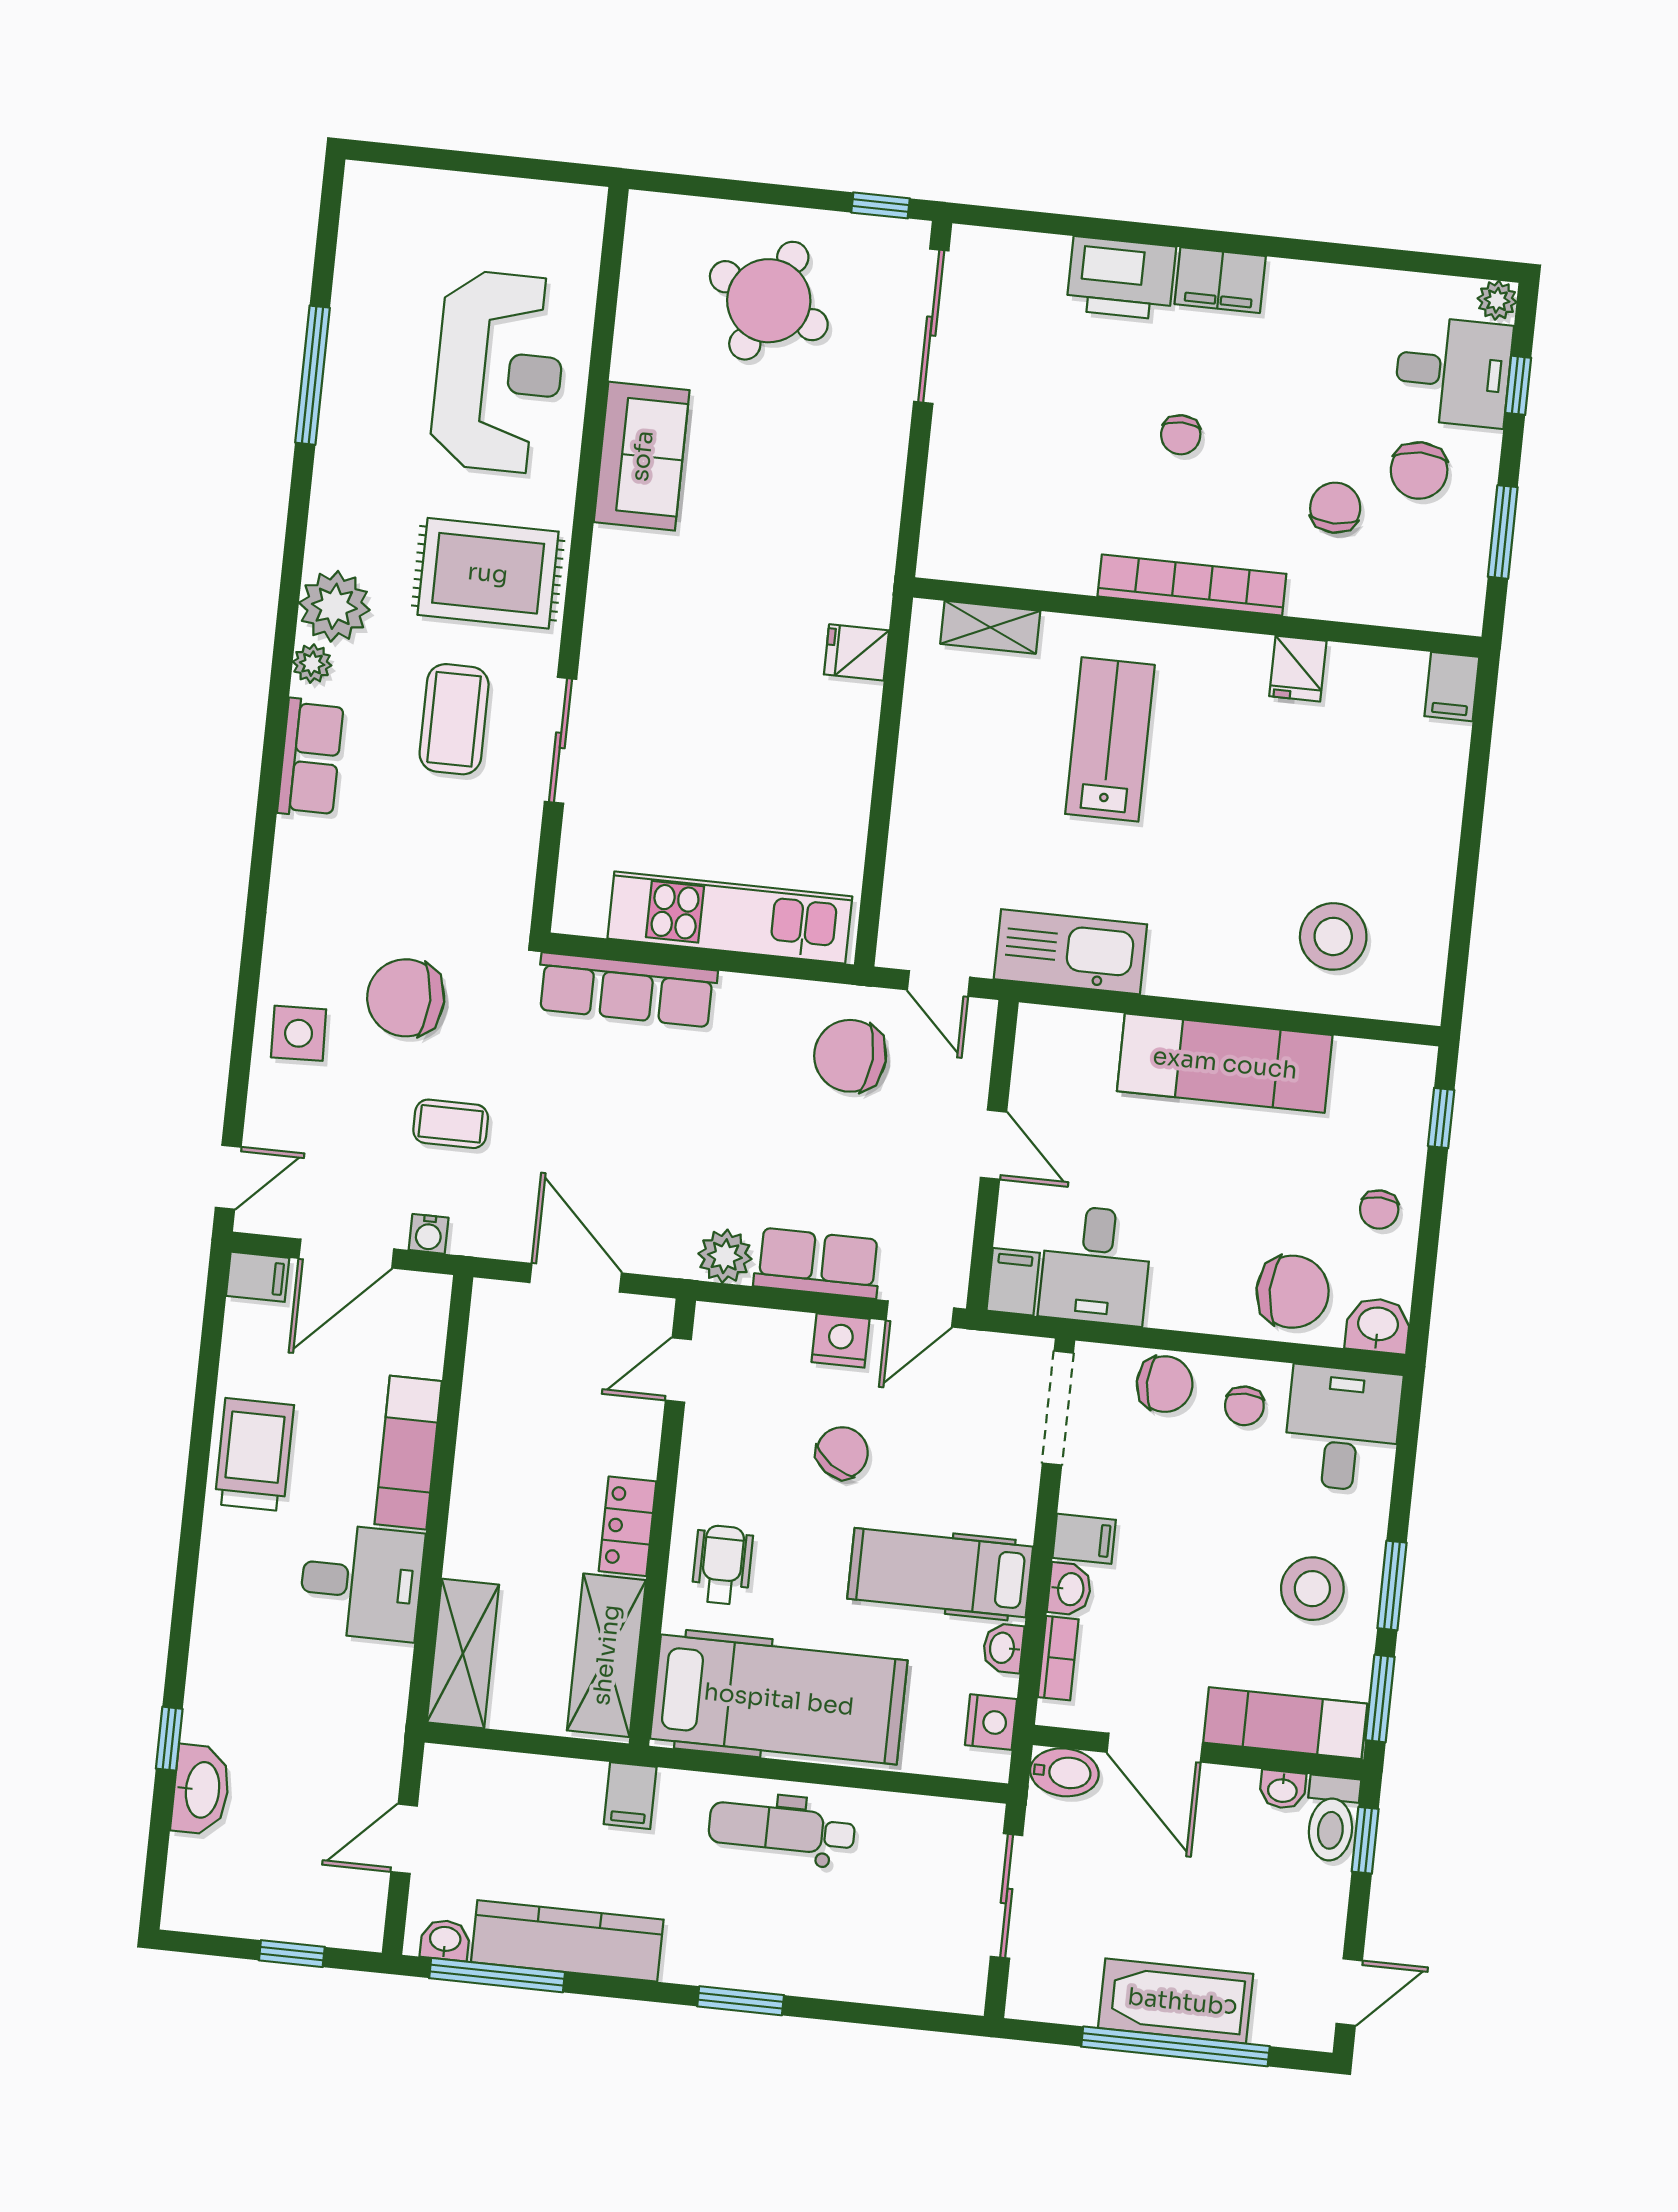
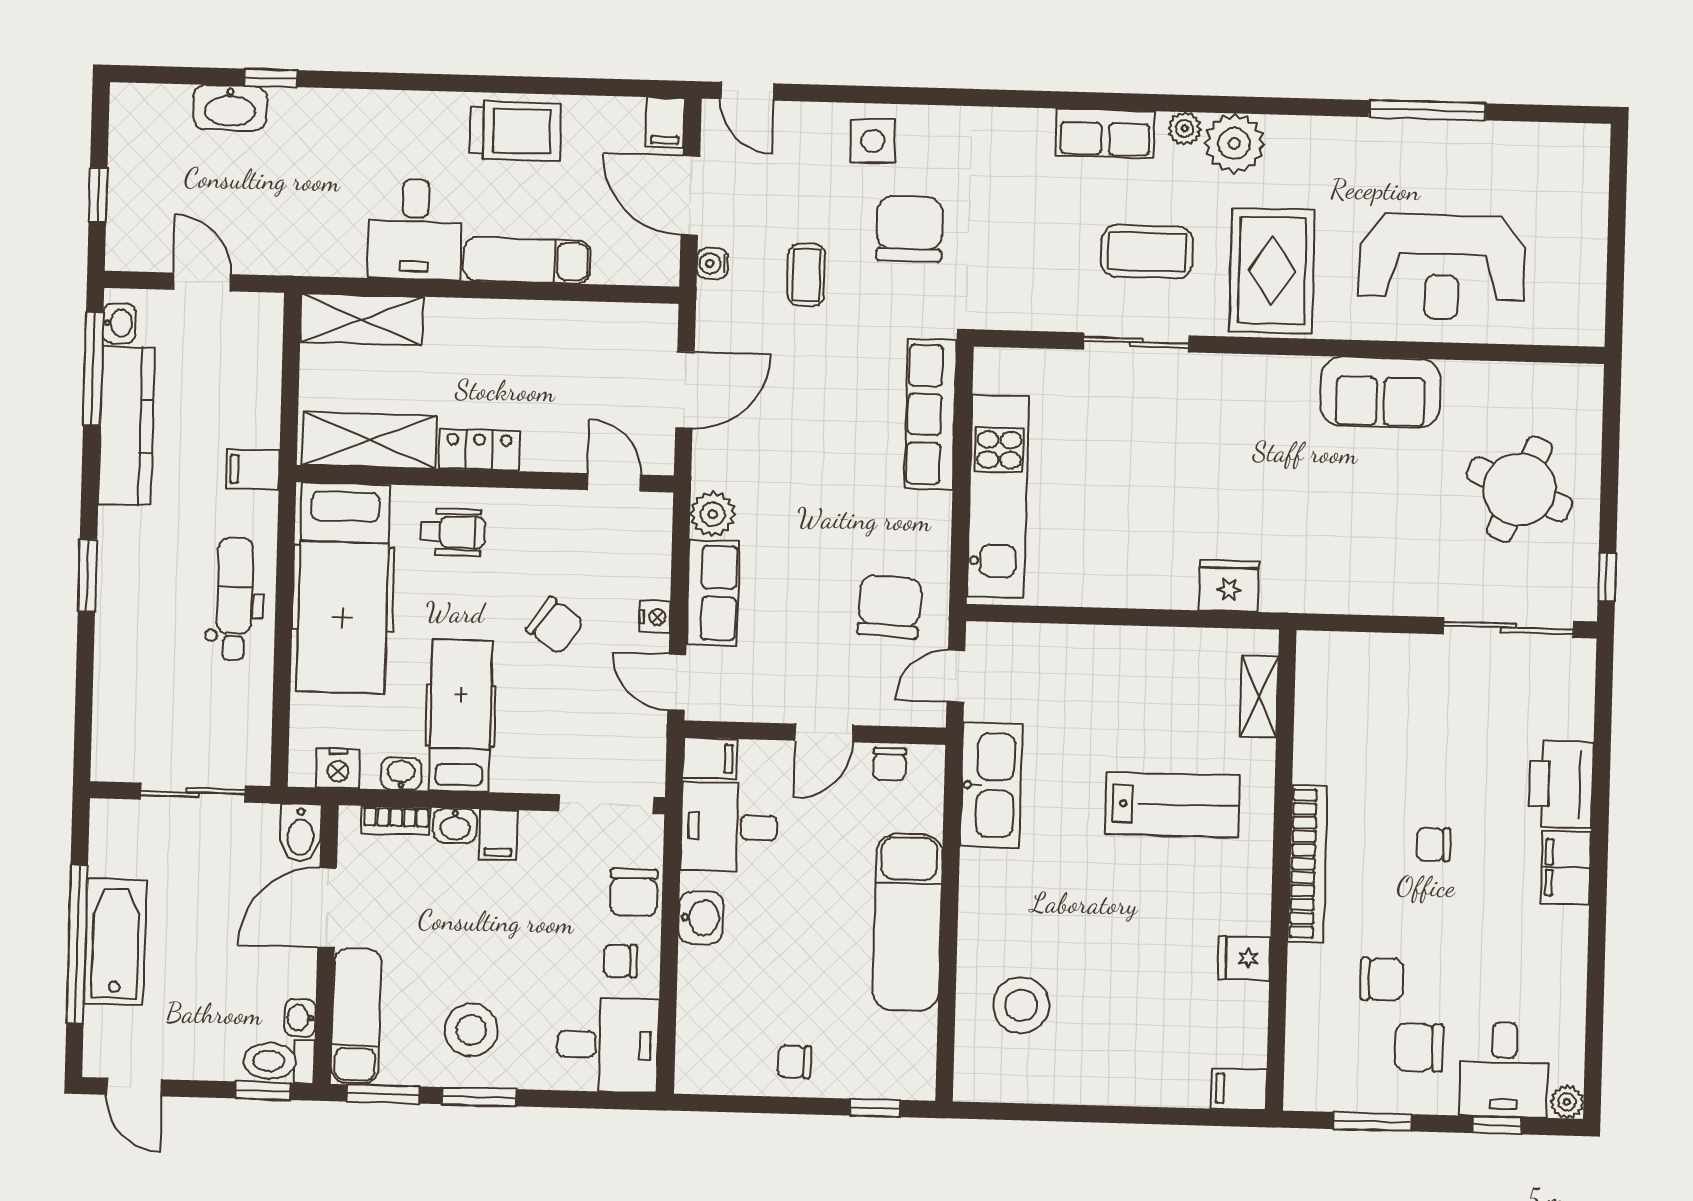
fridge: (856, 652) -> (1229, 586), width x1.38
chair: (1293, 1292) -> (890, 764), moved, width x0.54, depth x0.54
washbasin: (1378, 1325) -> (701, 918), moved
nightstand: (841, 1340) -> (655, 617), width x0.72, depth x0.74

